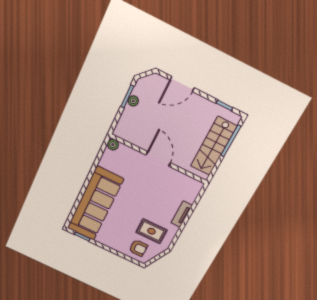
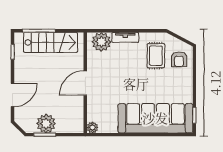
door: (182, 84) -> (13, 95), hinge flipped
plant: (133, 101) -> (46, 124), width x1.87, depth x1.87
plant: (189, 192) -> (101, 42), added
armchair: (138, 248) -> (179, 59), turned 180

